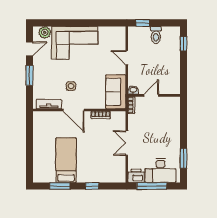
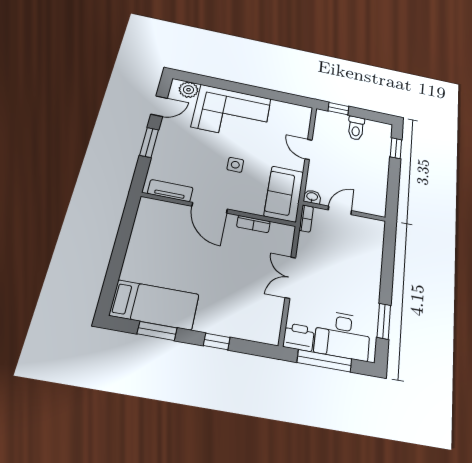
side table: (71, 86) -> (235, 165), moved
bed: (66, 160) -> (154, 305), moved, turned 90

